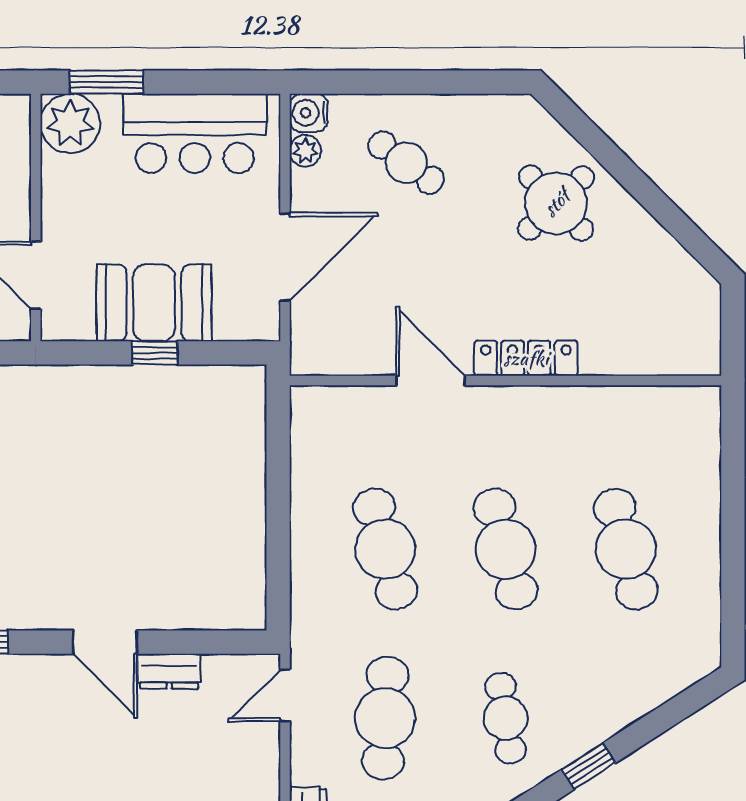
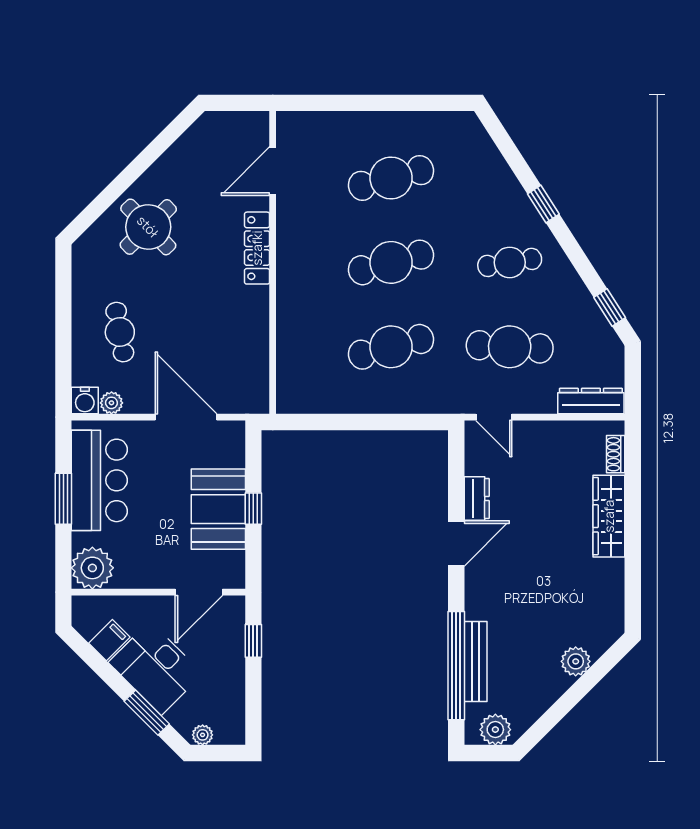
window: (106, 82) -> (63, 499), moved
cafe table: (406, 163) -> (120, 332), turned -46
door: (431, 380) -> (273, 171), moved

